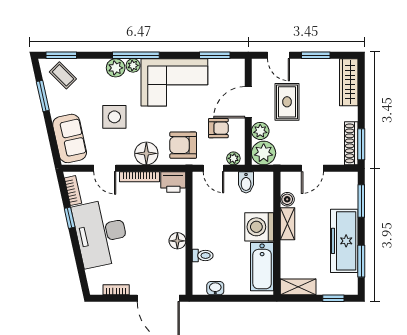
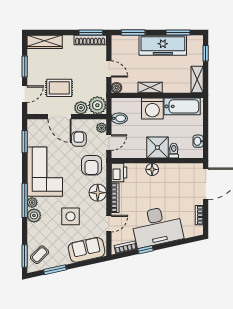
boiler: (287, 199) -> (117, 88), moved
shower: (207, 234) -> (157, 148), added
floor lamp: (177, 241) -> (152, 169), moved

